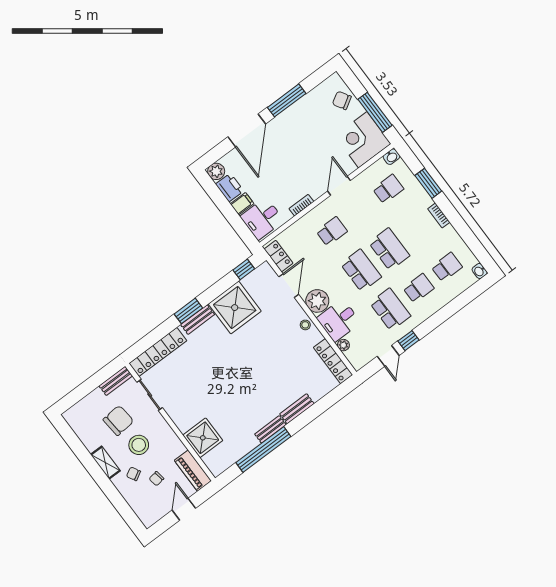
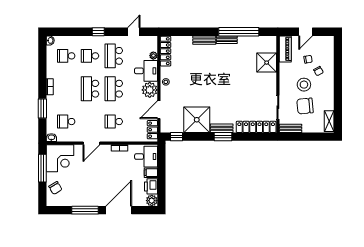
window: (408, 341) -> (98, 32), moved
shelving: (105, 463) -> (329, 121), moved

